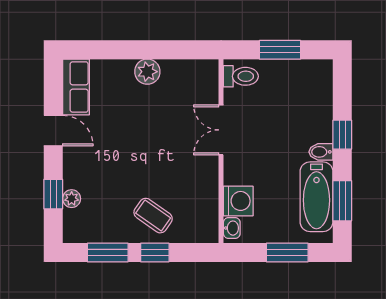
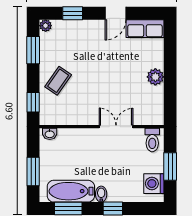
plant: (72, 199) -> (46, 26), moved
washing machine: (238, 201) -> (154, 184), moved, turned 90
window: (155, 252) -> (33, 102), moved

